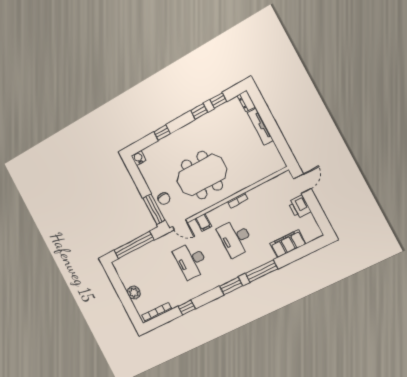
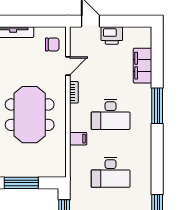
chair: (164, 199) -> (52, 44), moved
window: (154, 209) -> (21, 183), moved
door: (180, 225) -> (68, 66), moved
window: (231, 286) -> (157, 145), removed

